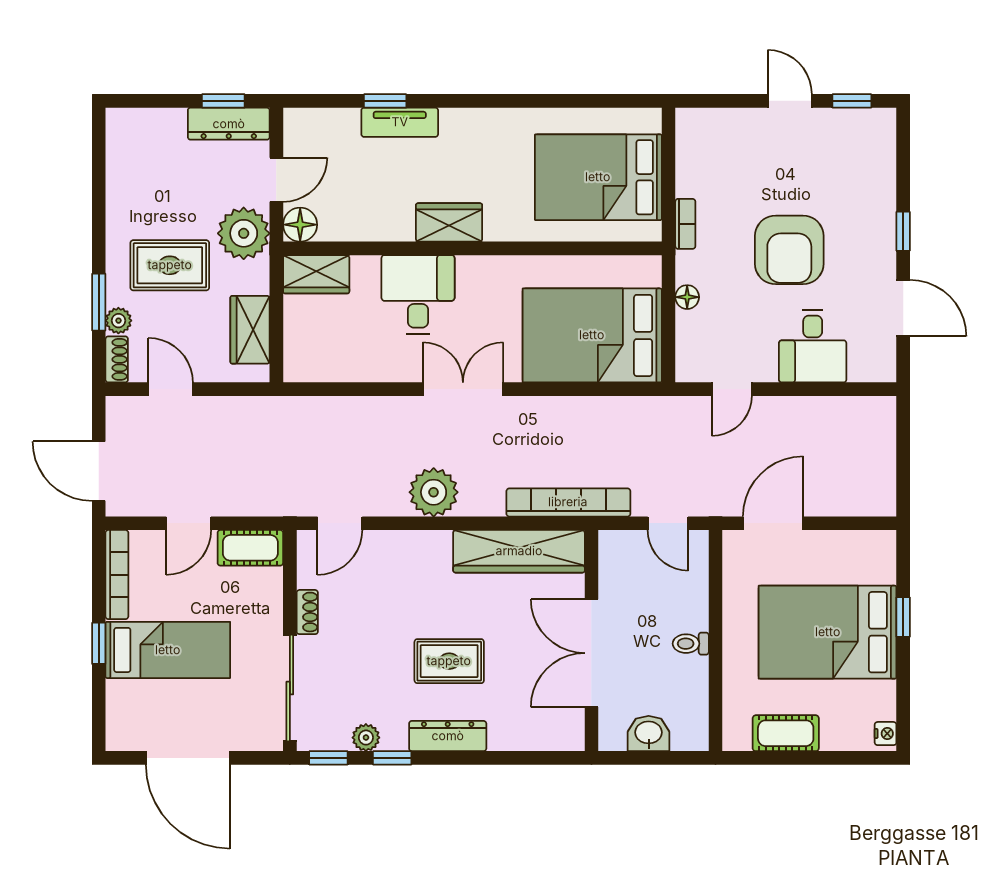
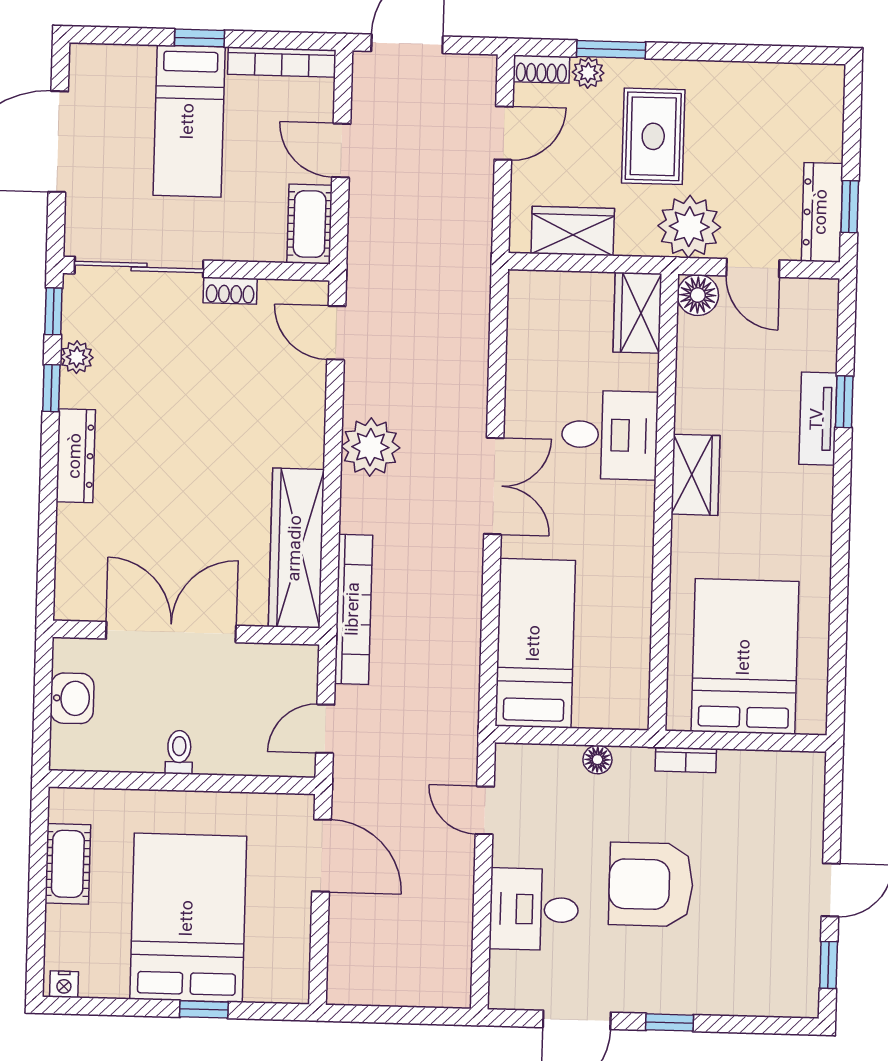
bed: (592, 335) -> (535, 643), width x0.67
rug: (449, 661) -> (166, 460), removed

